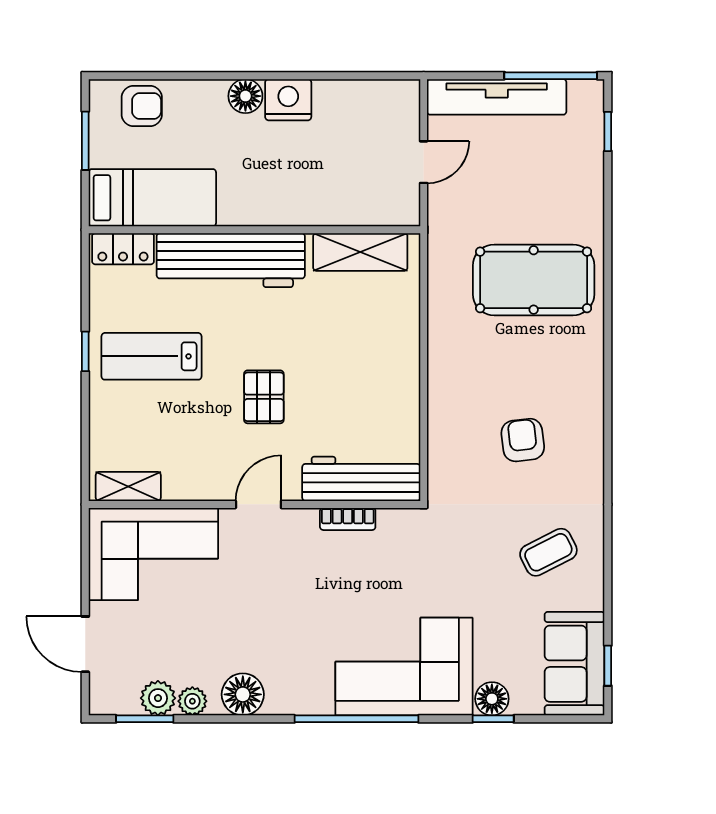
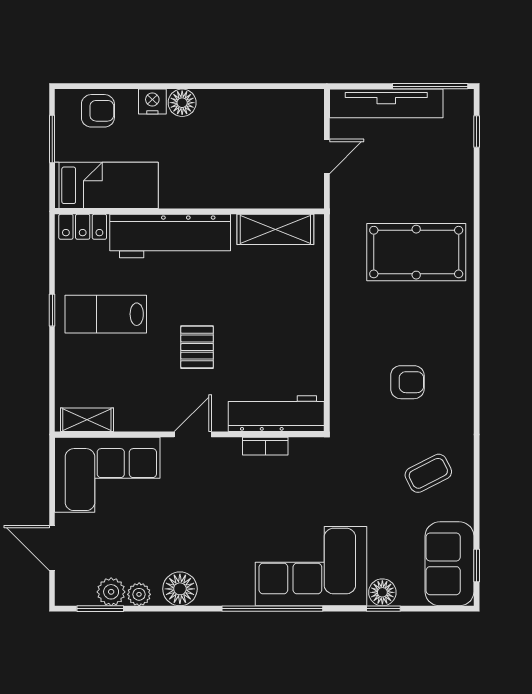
nightstand: (288, 100) -> (152, 102), moved, width x0.74, depth x0.75
armchair: (523, 440) -> (407, 382), turned 97

